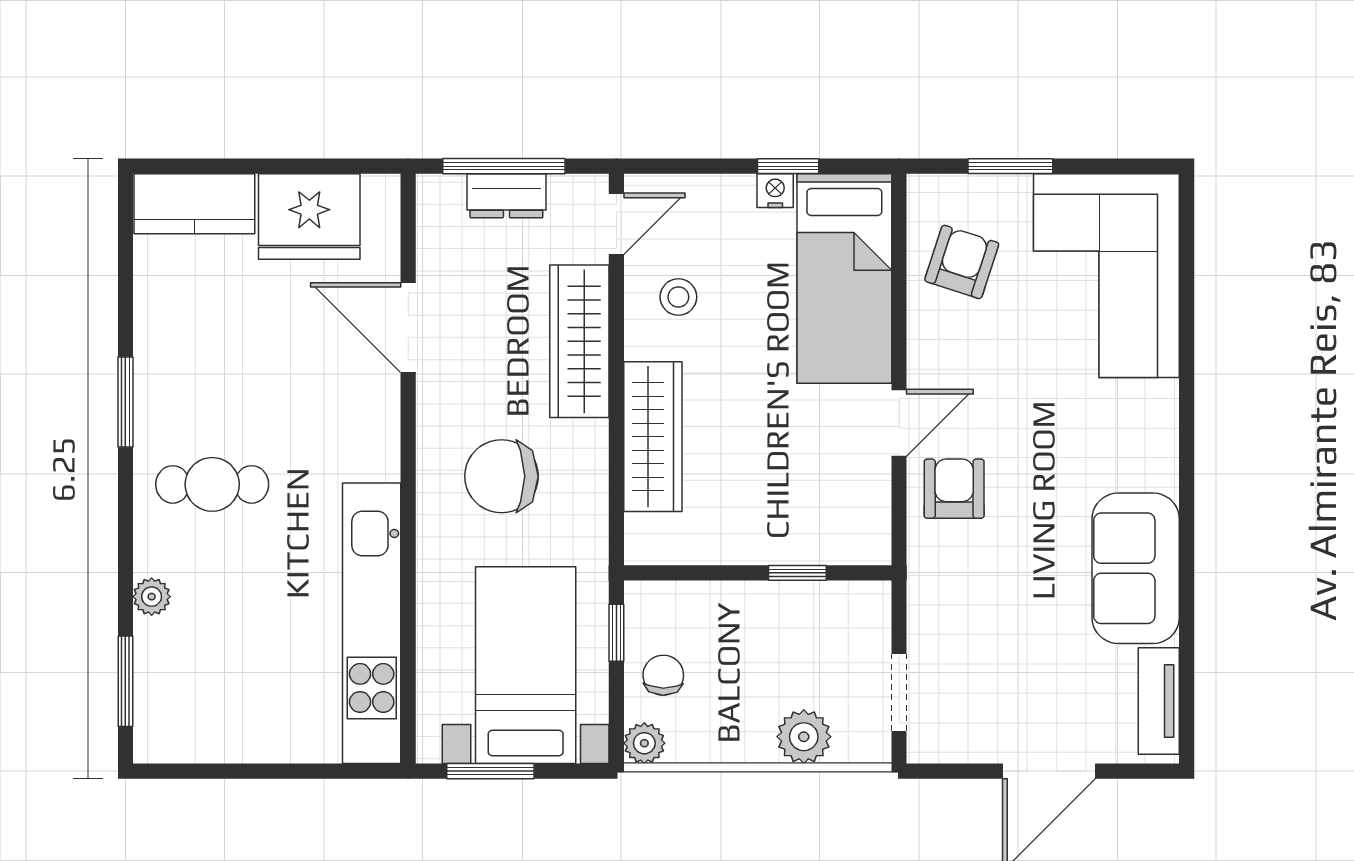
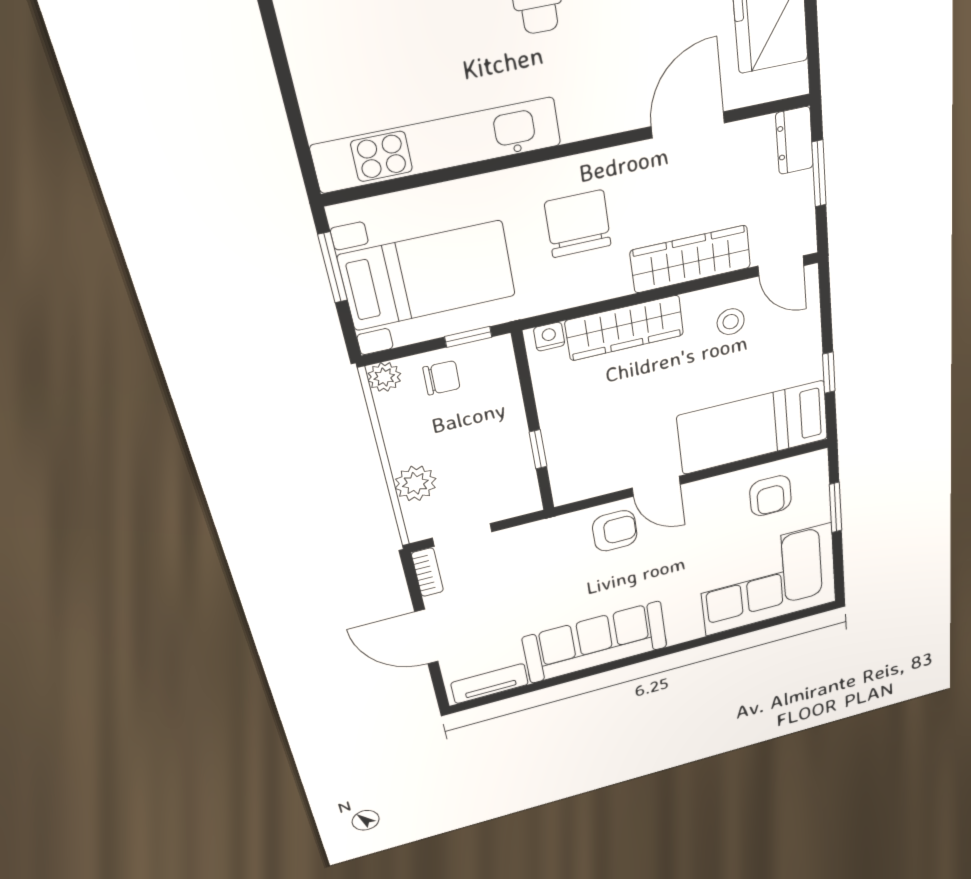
window: (504, 166) -> (819, 174), width x0.69
nightstand: (775, 191) -> (549, 337), moved, turned -90
dresser: (506, 196) -> (794, 141), moved
armchair: (962, 262) -> (770, 496), turned 72
sofa: (1136, 568) -> (595, 642), width x1.36
bookcase: (944, 749) -> (427, 572), added

